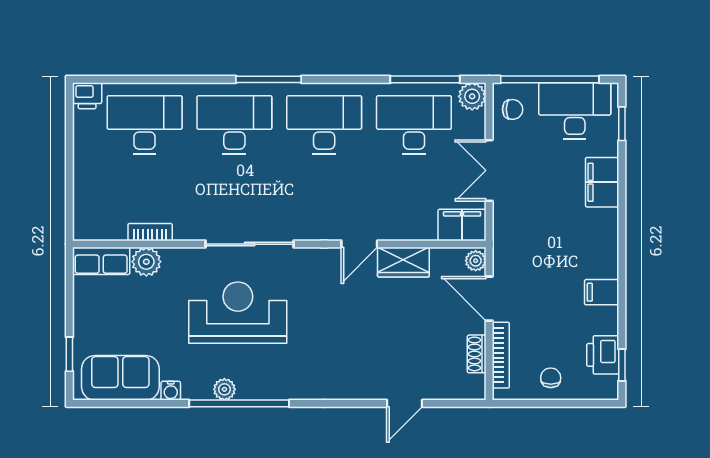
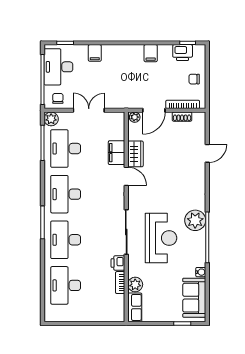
printer: (87, 96) -> (118, 263), moved, turned 180
double door: (489, 170) -> (89, 110), swing flipped
filing cabinet: (602, 182) -> (95, 53), width x0.50
filing cabinet: (462, 225) -> (117, 153), moved
reception desk: (238, 313) -> (161, 238), turned 180
plant: (224, 389) -> (195, 220), moved, width x1.87, depth x1.87
door: (404, 403) -> (207, 153), hinge flipped

